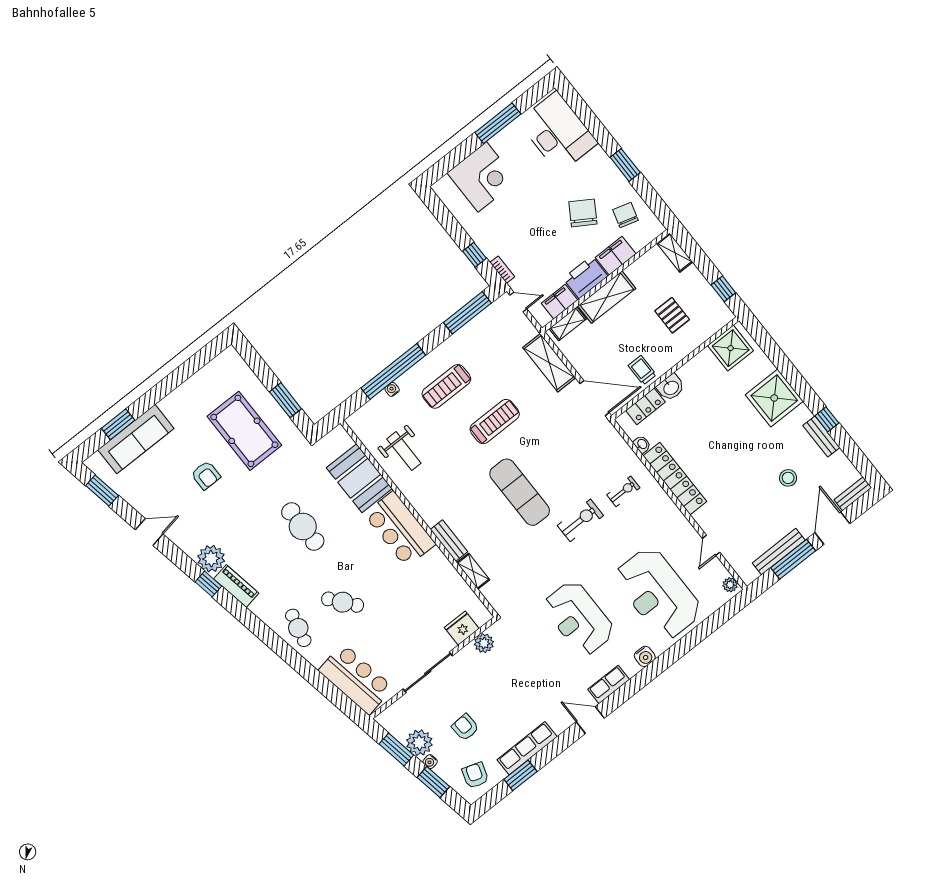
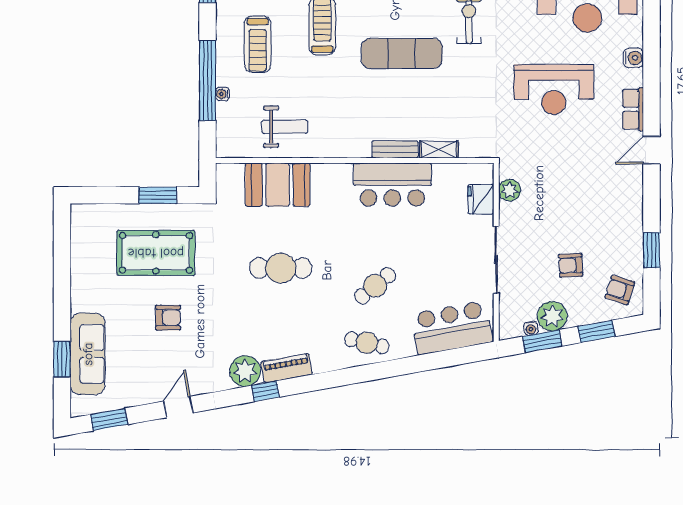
bar counter: (400, 529) -> (392, 185), moved
row of seats: (527, 748) -> (632, 225), removed
water cooler: (430, 762) -> (531, 328), moved

